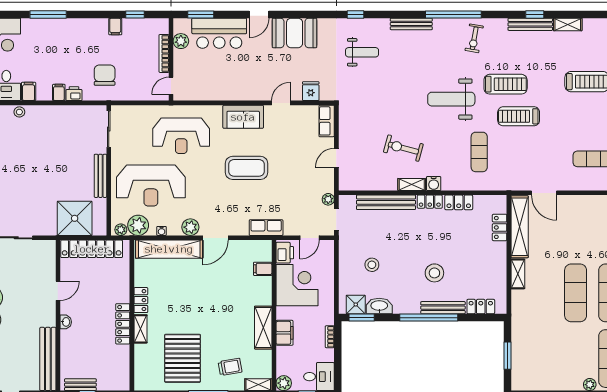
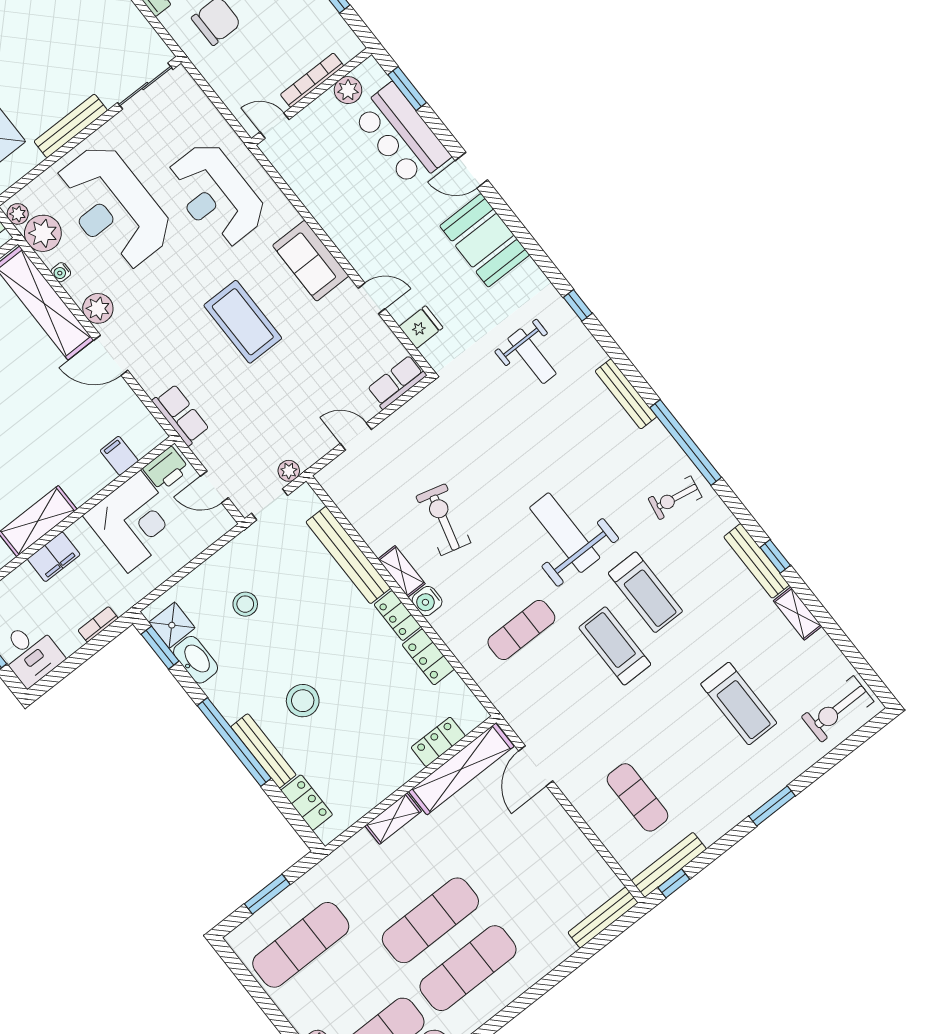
exercise mat: (541, 359) -> (301, 945), added

